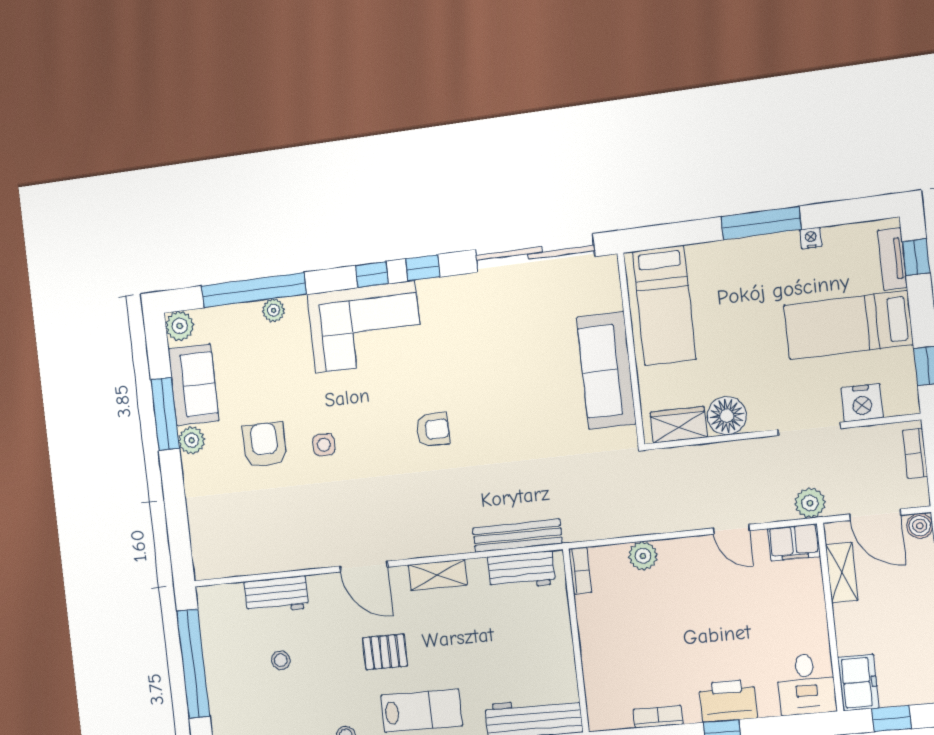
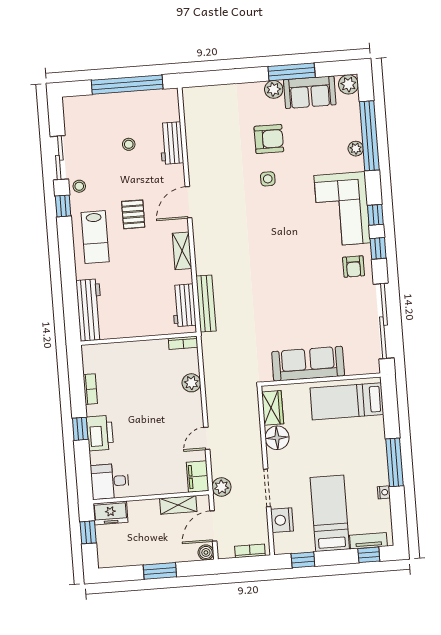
armchair: (433, 429) -> (353, 267), moved

